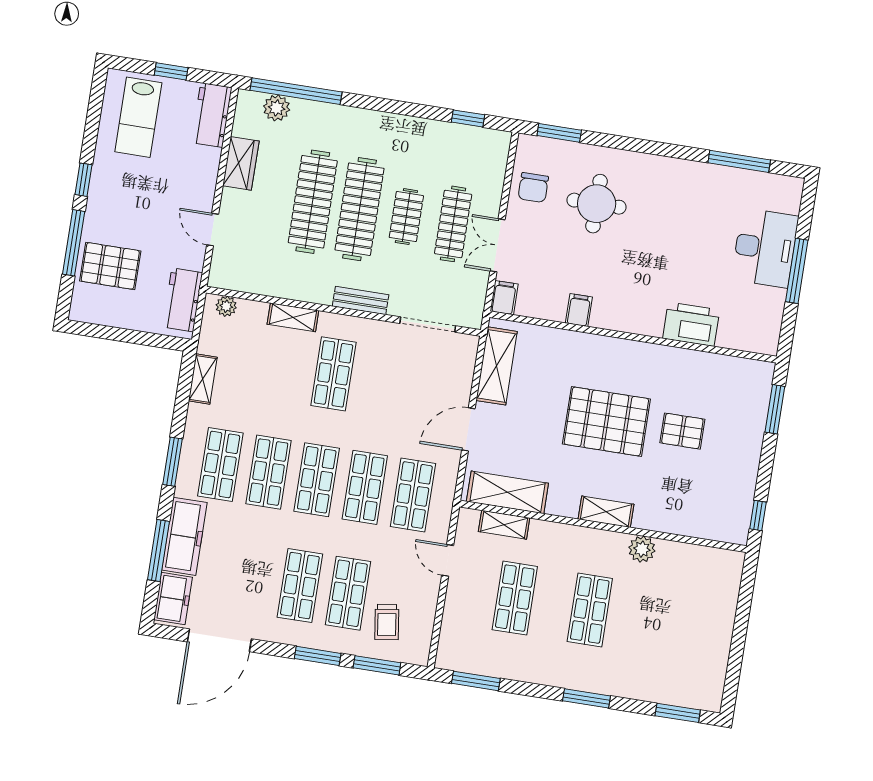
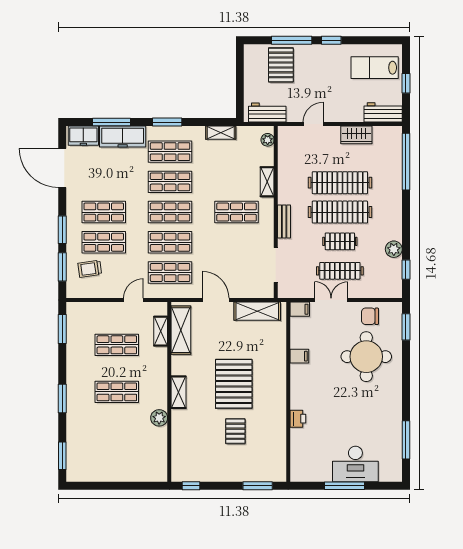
plant: (277, 108) -> (394, 249), moved
round table: (597, 204) -> (366, 357), width x1.36, depth x1.36
printer: (691, 324) -> (298, 419), width x0.53, depth x0.68

